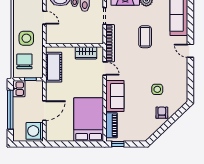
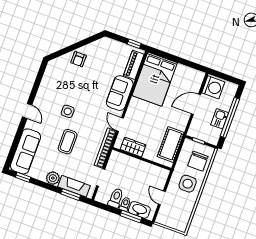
kitchen sink: (19, 89) -> (220, 119), moved
side table: (157, 89) -> (68, 111), moved

